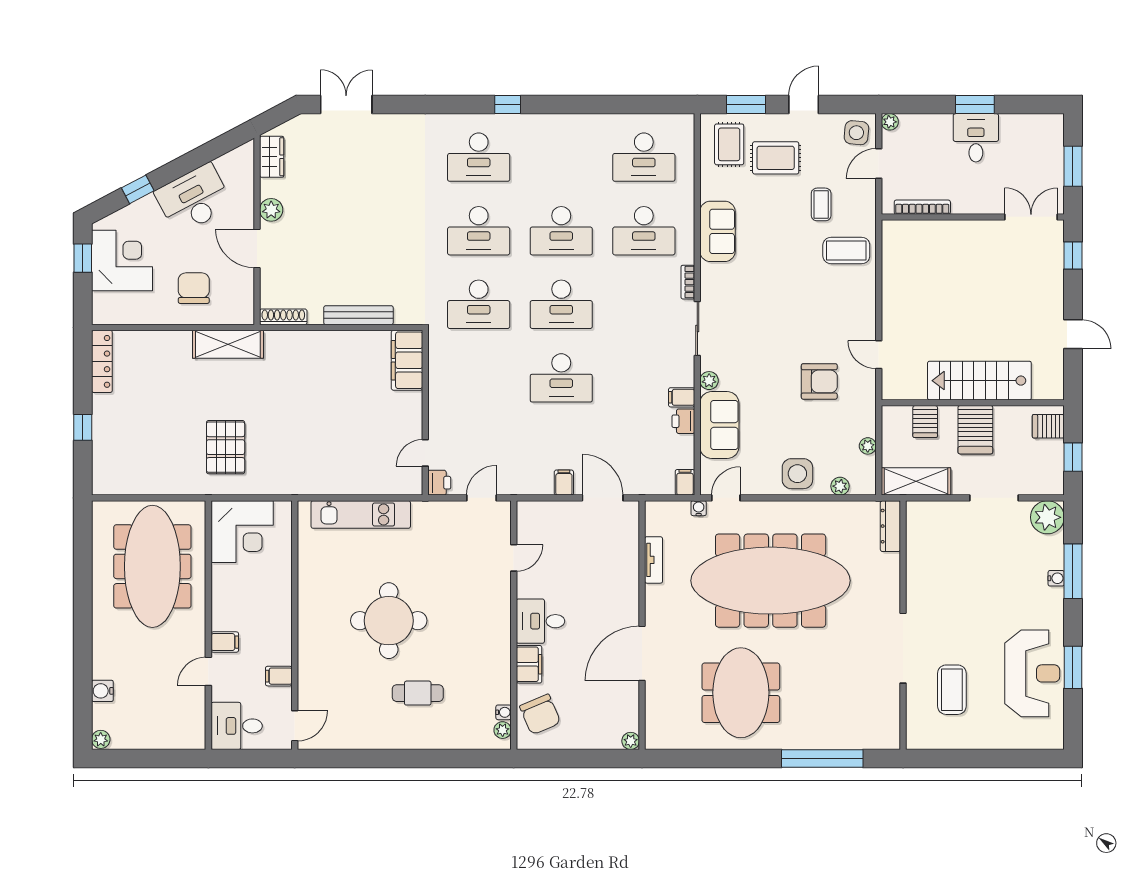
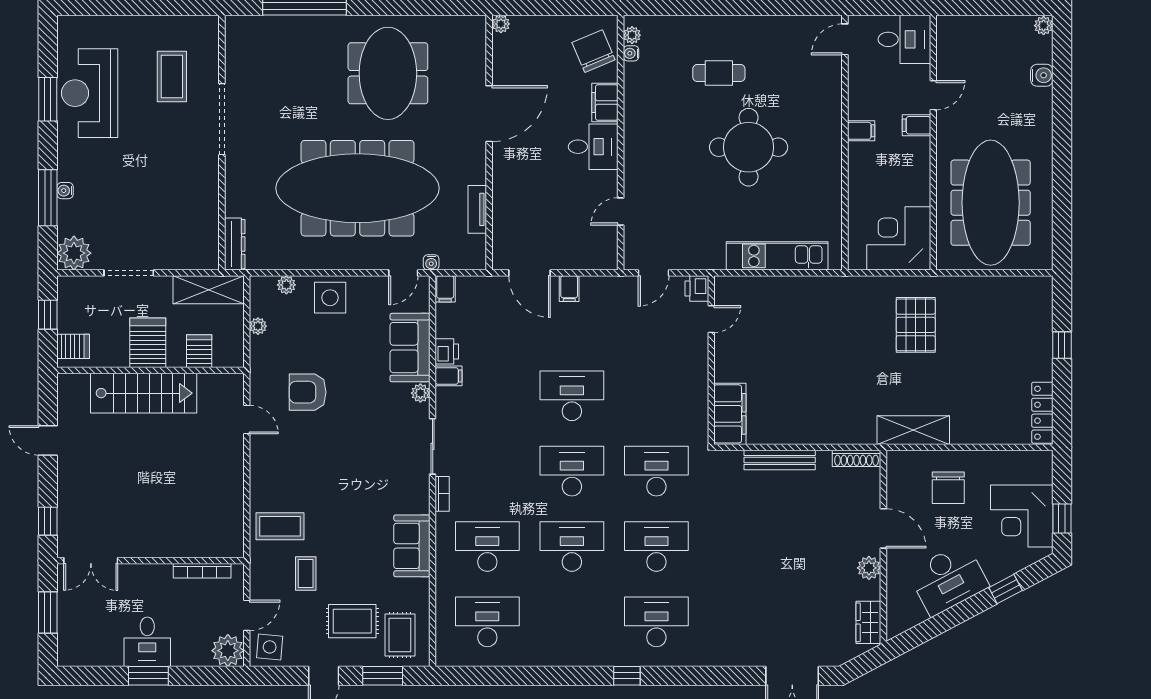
plant: (890, 122) -> (228, 651), width x1.88, depth x1.88
filing cabinet: (279, 676) -> (861, 131), moved

